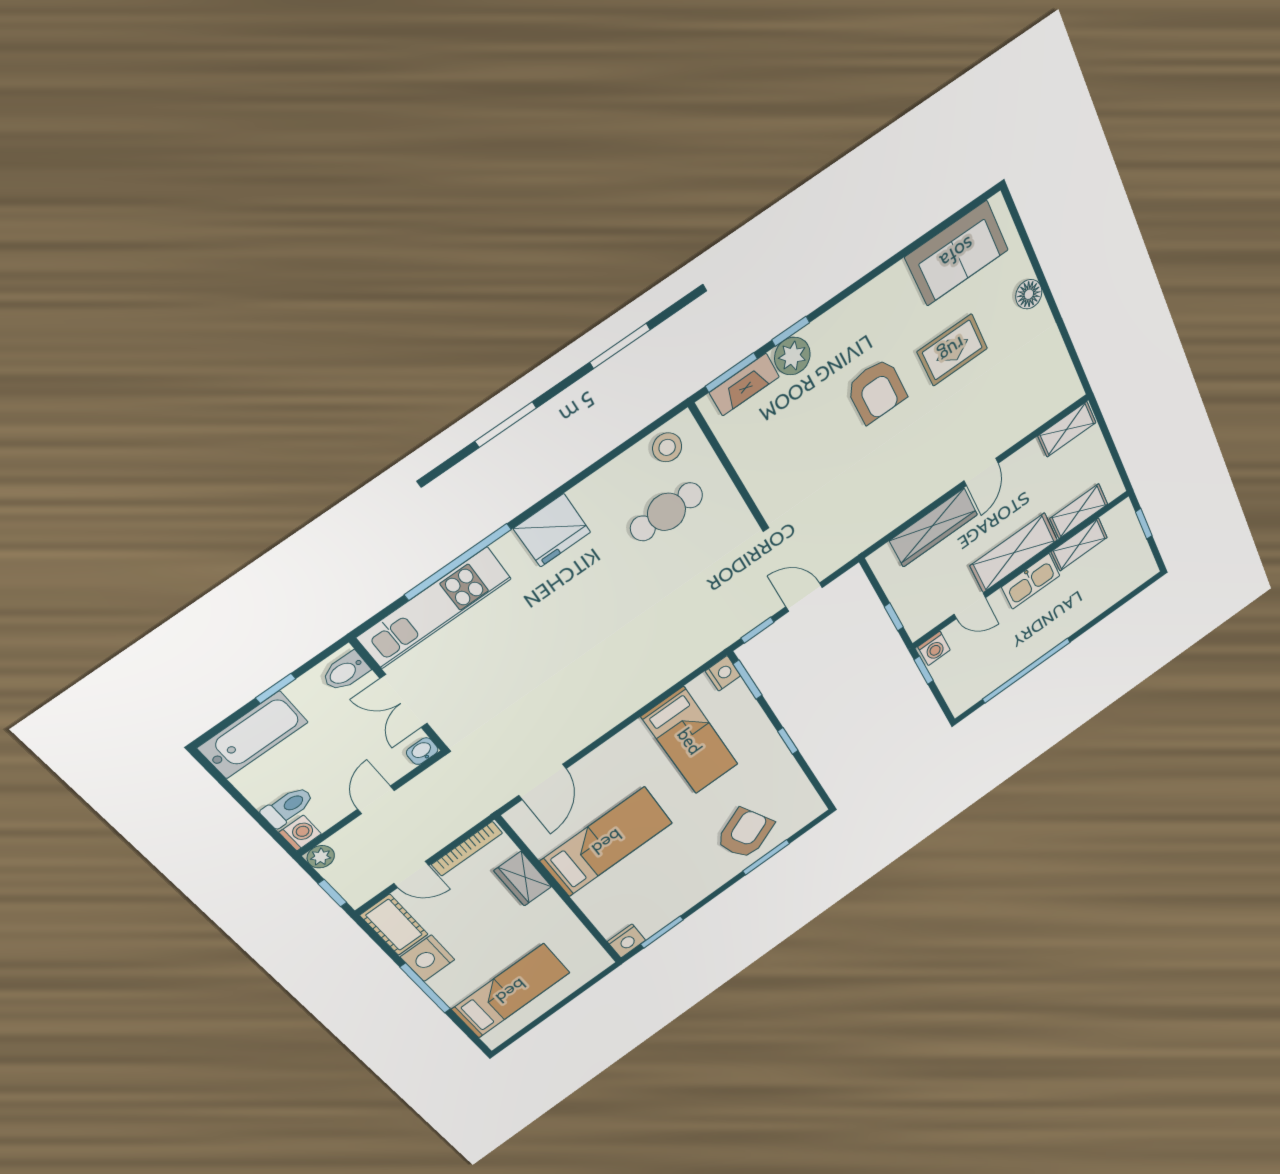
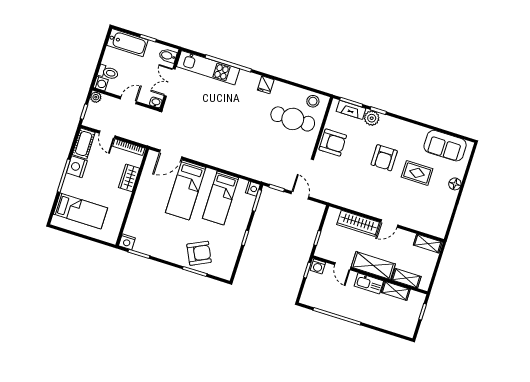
armchair: (770, 468) -> (333, 143), added
cafe table: (667, 512) -> (293, 119), width x1.37, depth x1.35
fridge: (552, 530) -> (266, 85), width x0.53, depth x0.75
bed: (607, 842) -> (186, 190), moved, turned 90

